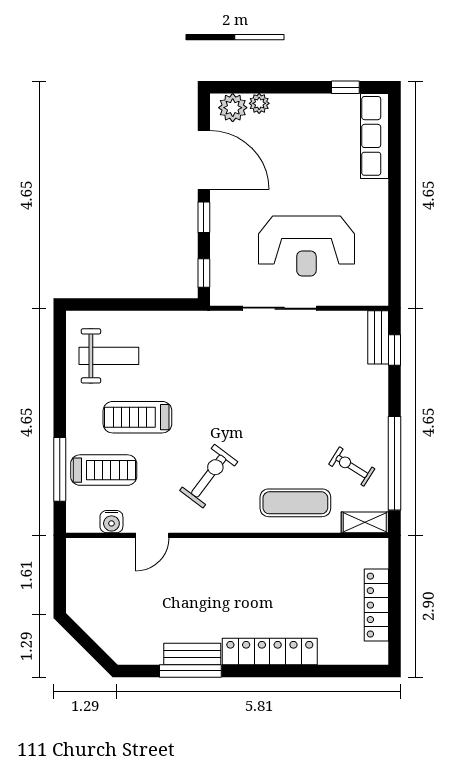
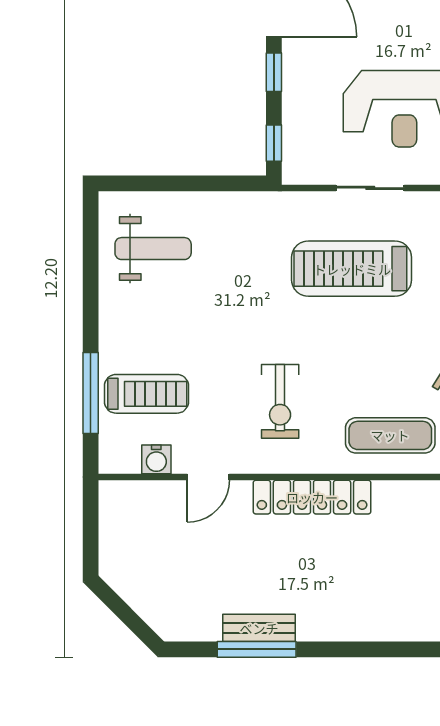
sliding door: (280, 308) -> (370, 188), width x0.73
treadmill: (137, 417) -> (352, 269), moved, width x1.37, depth x1.38
exercise bike: (209, 476) -> (280, 401), turned 143
locker: (270, 651) -> (312, 497), moved, turned 180

